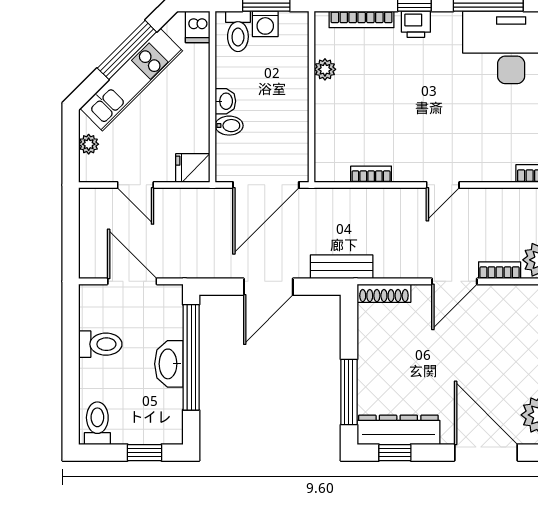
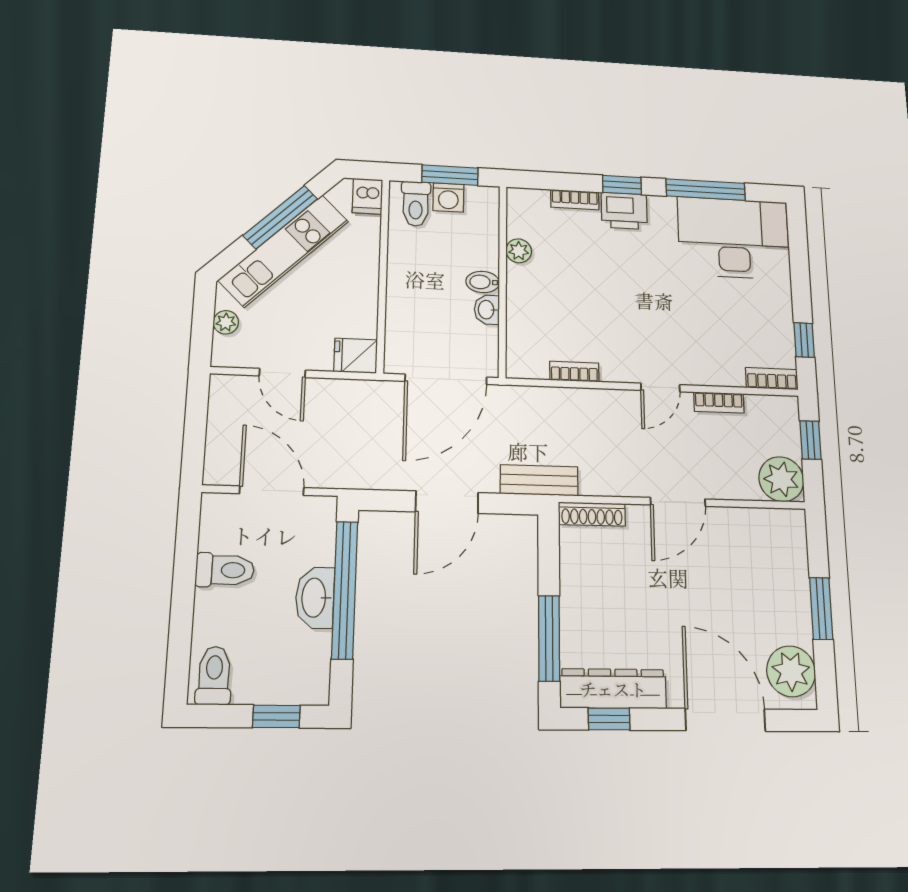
bookcase: (362, 19) -> (575, 200), width x0.64
printer: (416, 24) -> (624, 211), width x1.36, depth x1.24
washbasin: (225, 101) -> (487, 310), moved, turned 180
bidet: (229, 126) -> (483, 282), moved, turned 180
bookcase: (500, 270) -> (719, 402), moved, turned 180

